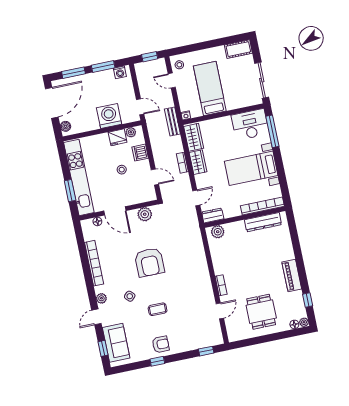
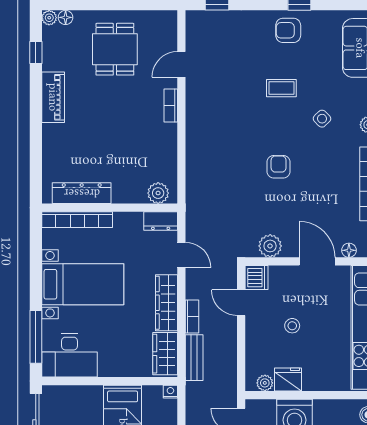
bench: (172, 122) -> (194, 358), moved
dishwasher: (140, 153) -> (257, 278), moved
wardrobe: (198, 162) -> (166, 303), width x1.50
door: (196, 198) -> (181, 255), swing flipped
armchair: (150, 262) -> (279, 167), width x0.53, depth x0.53

